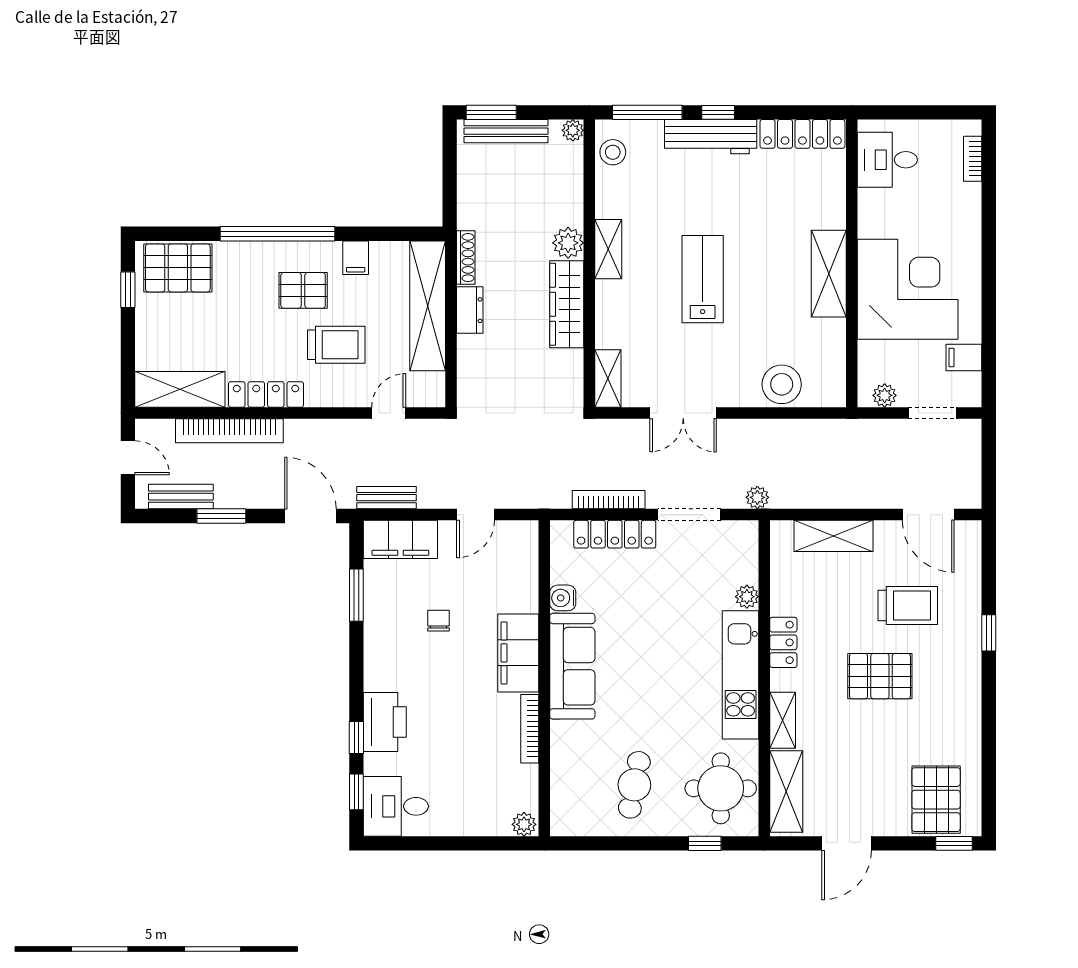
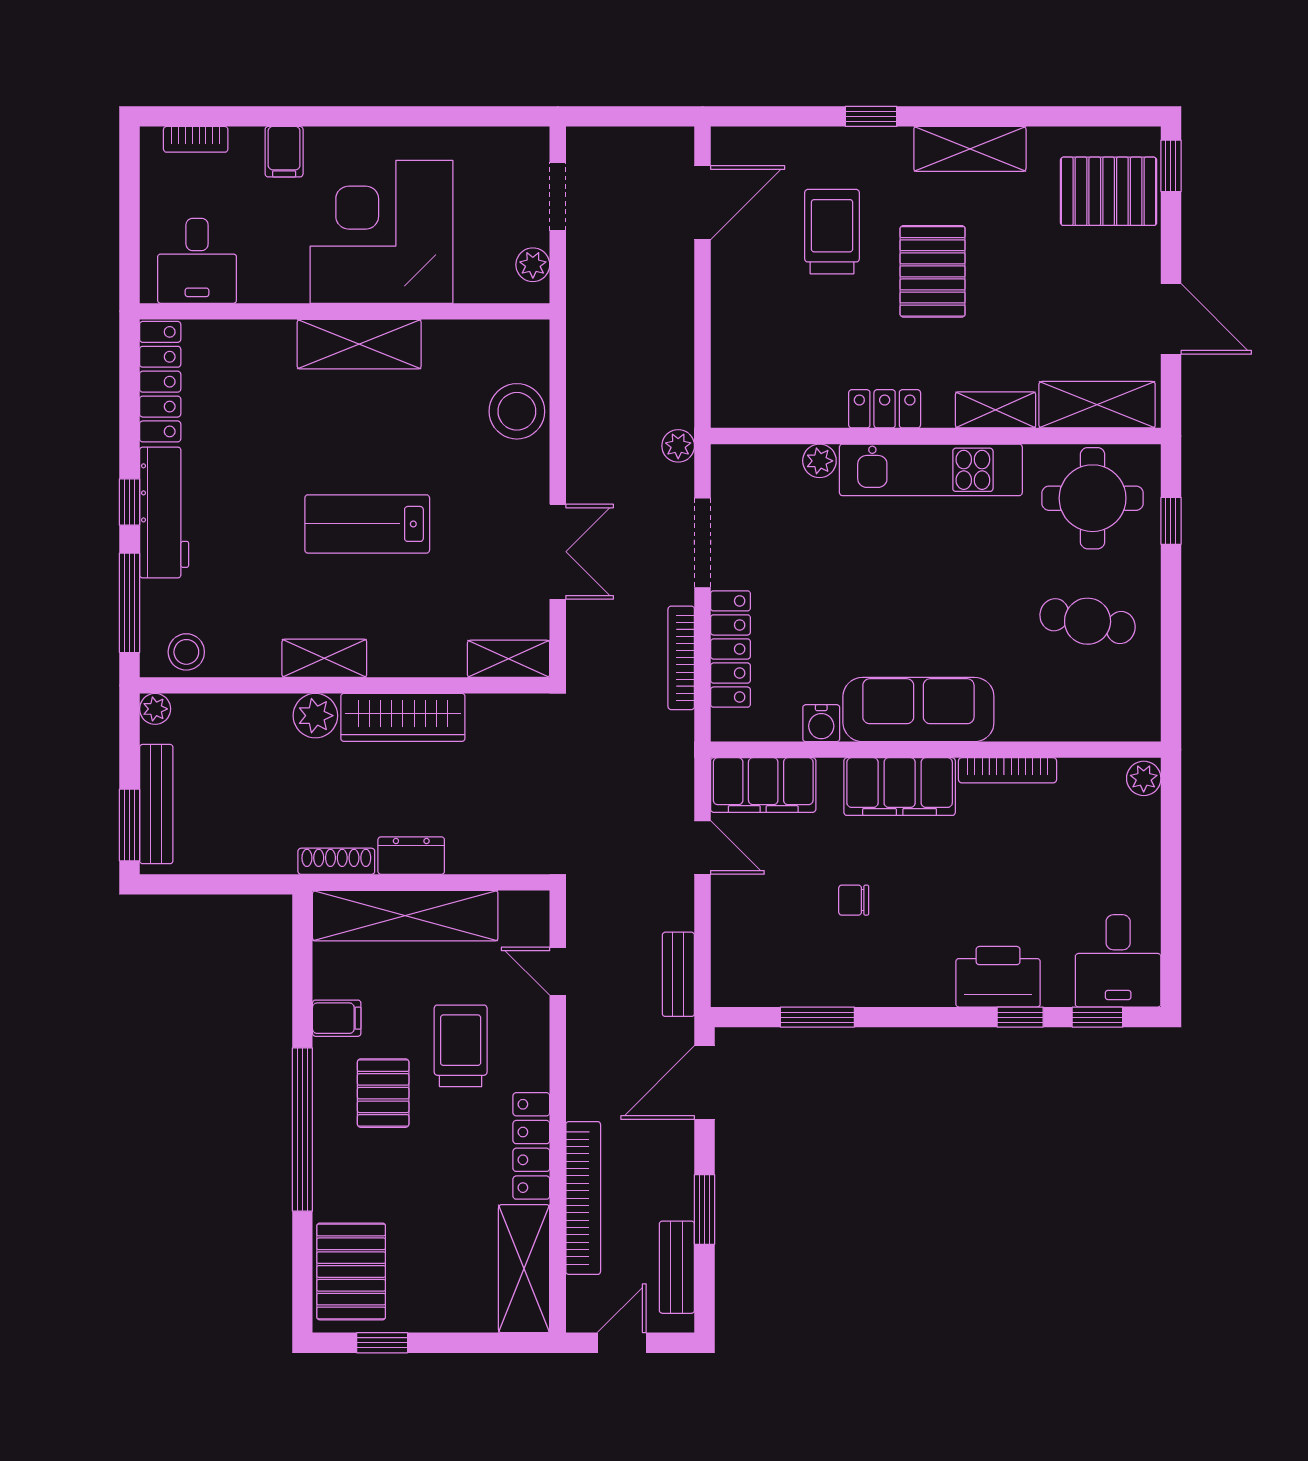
filing cabinet: (964, 357) -> (284, 152), moved
shelving: (833, 536) -> (970, 149), moved, turned 90
filing cabinet: (400, 539) -> (763, 785), moved, turned 90

